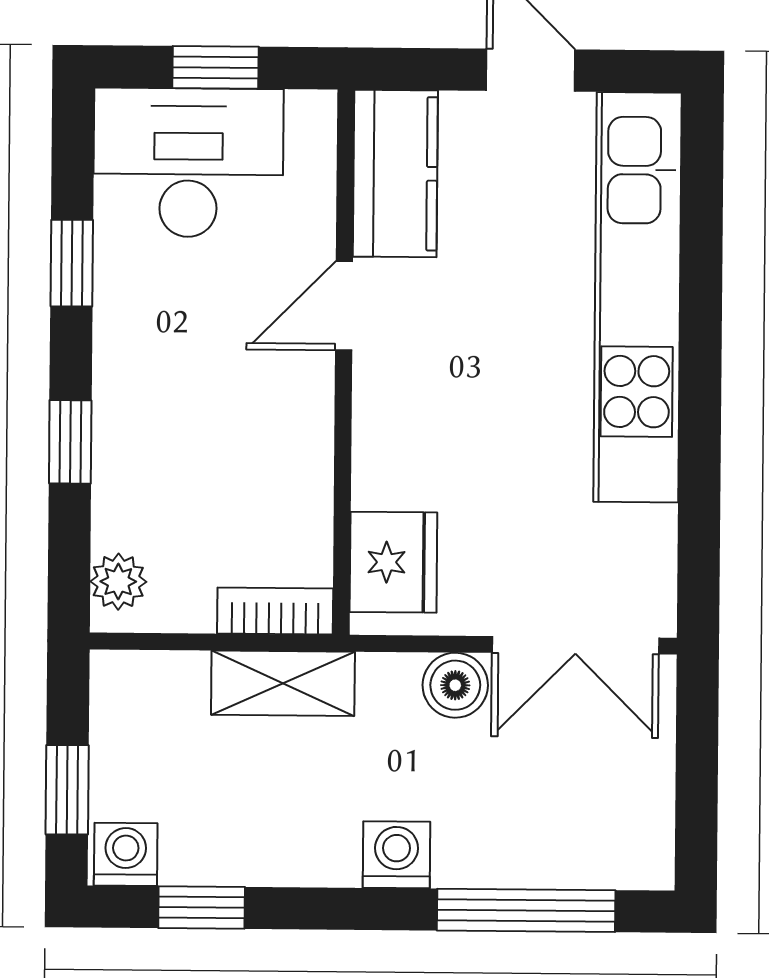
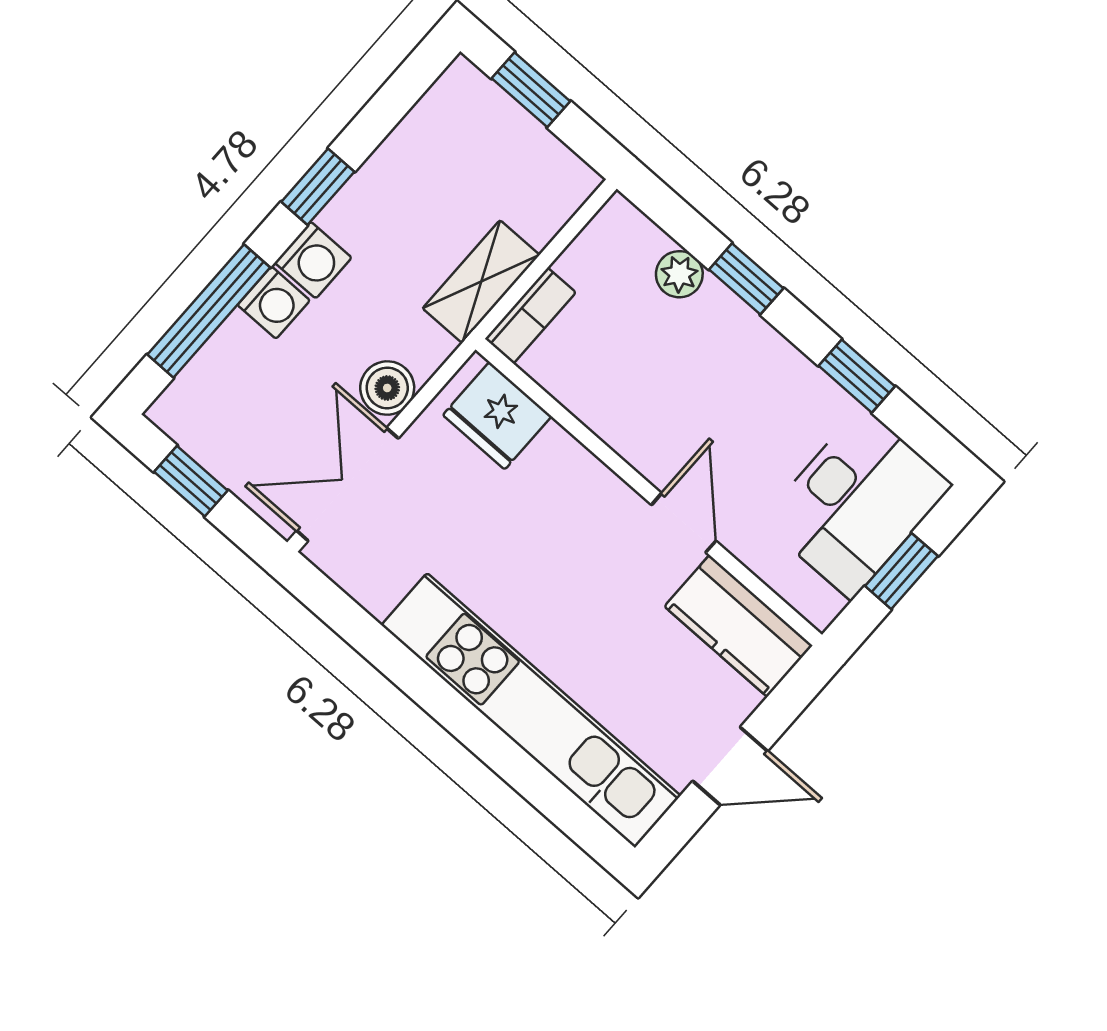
plant: (118, 582) -> (679, 274), moved
window: (697, 792) -> (191, 481), added
washing machine: (126, 854) -> (274, 303), moved
window: (202, 908) -> (318, 187), moved

